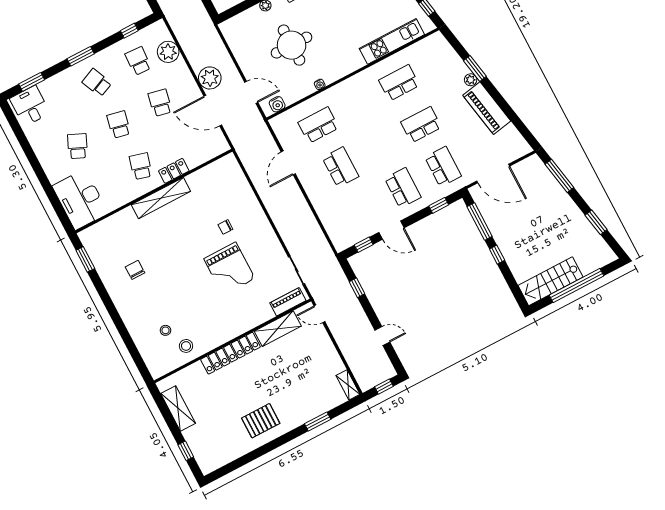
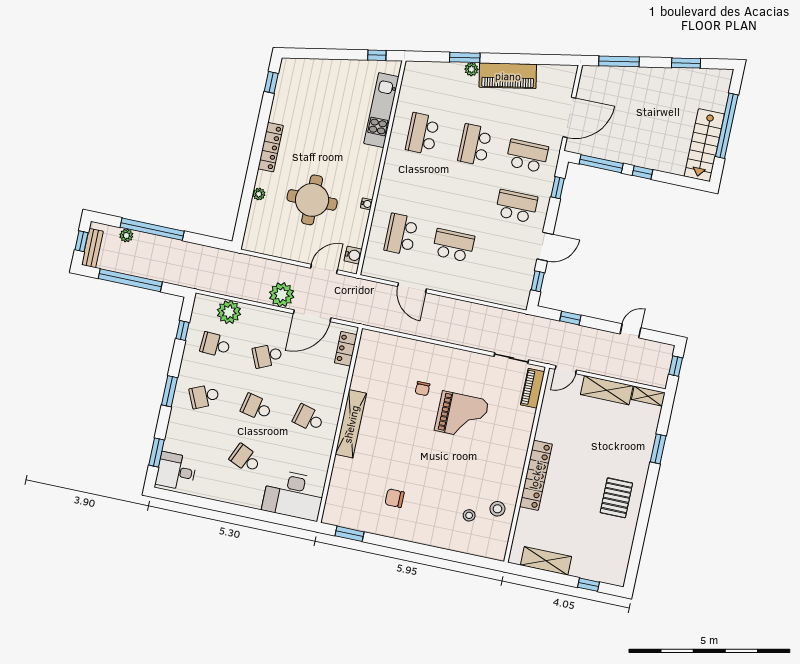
school desk: (160, 103) -> (267, 356), turned -36
locker: (174, 171) -> (346, 349), moved
shelving: (278, 329) -> (607, 390), moved, turned 90

